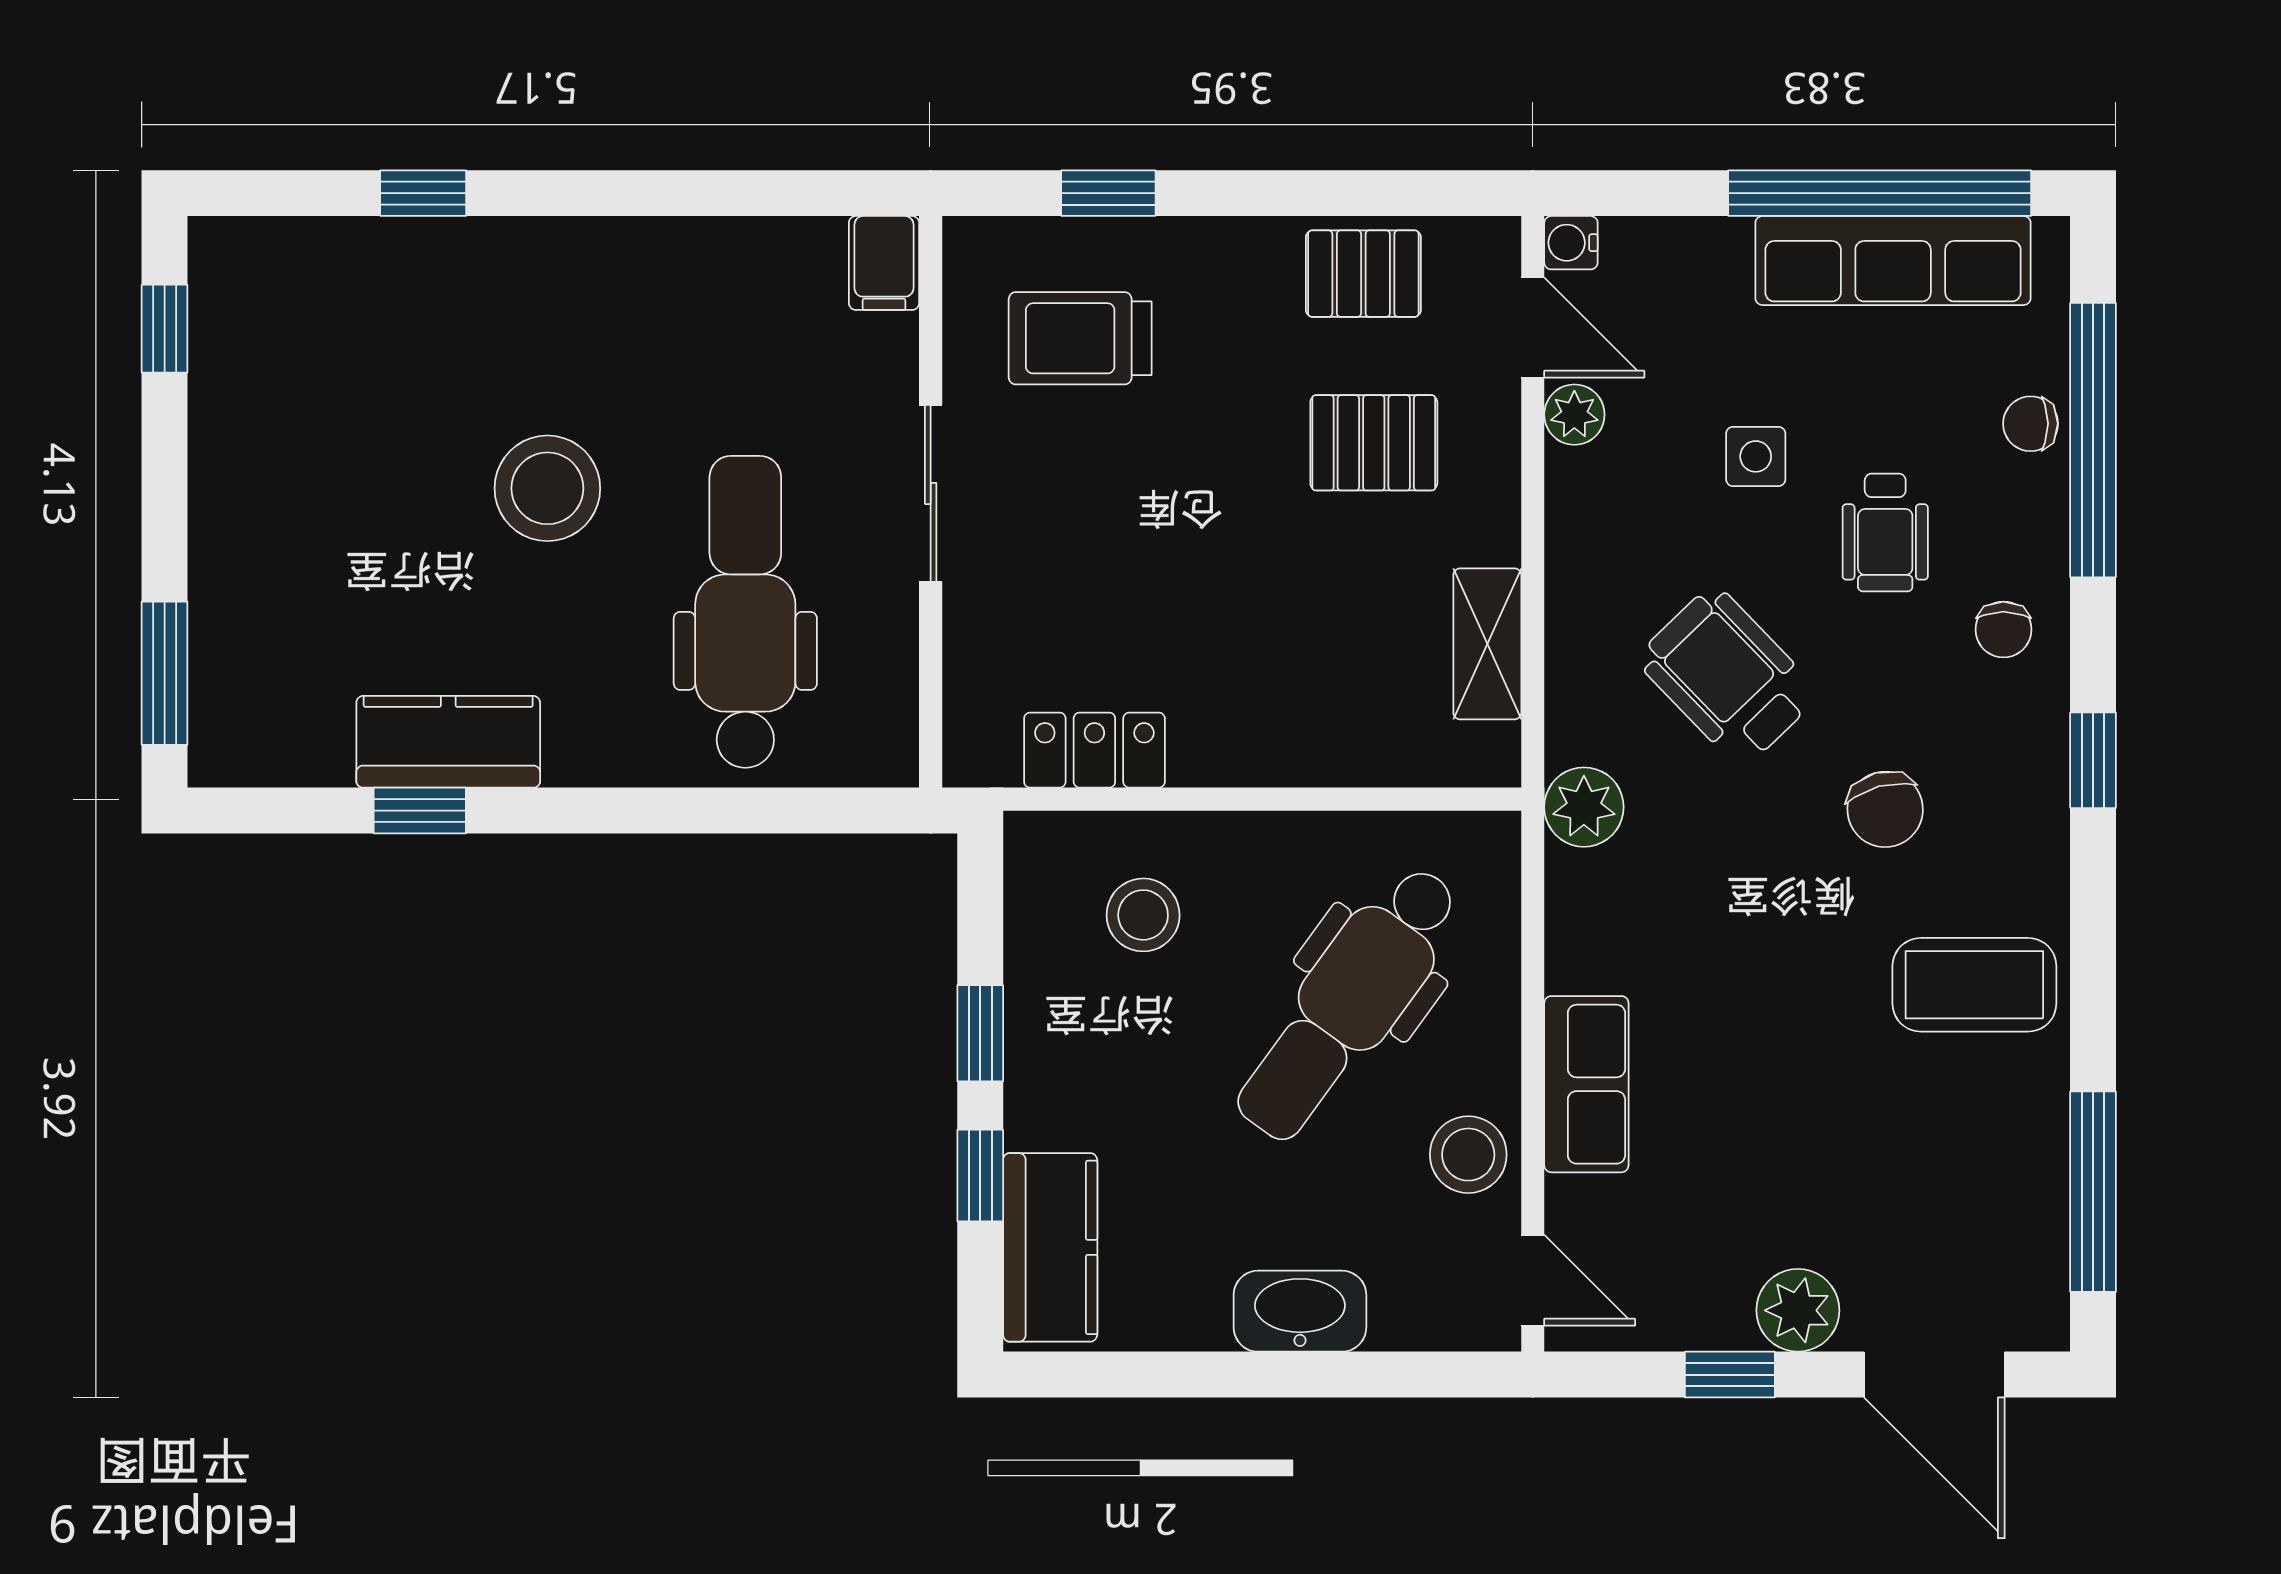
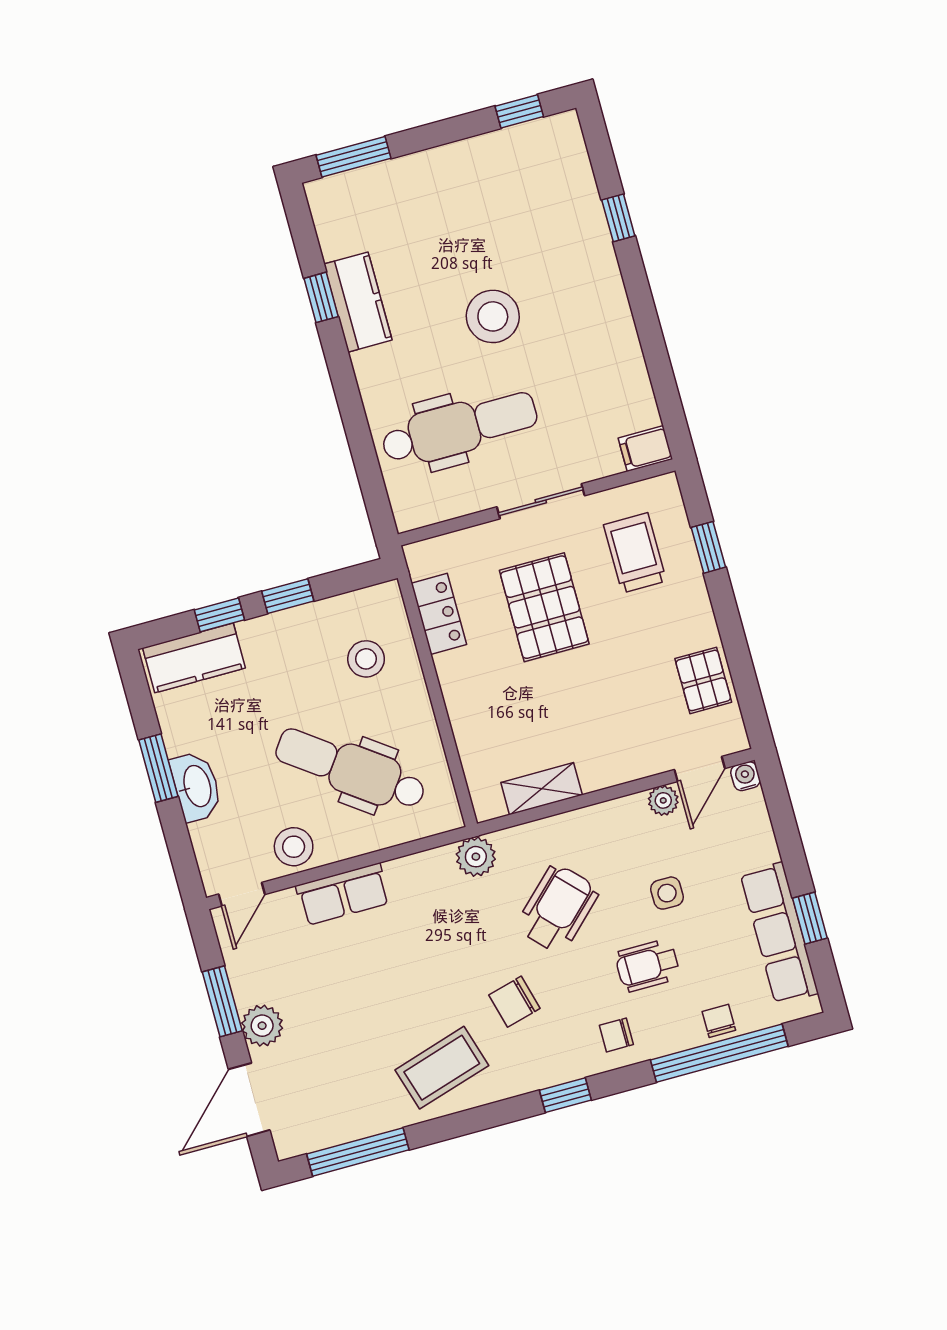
window: (1880, 193) -> (810, 918), width x0.32
pallet: (1374, 443) -> (544, 607), moved, width x1.50, depth x1.42
coffee table: (1974, 985) -> (442, 1068), turned 73
window: (1245, 1375) -> (158, 768), added
window: (1730, 1375) -> (222, 1001), width x1.50

